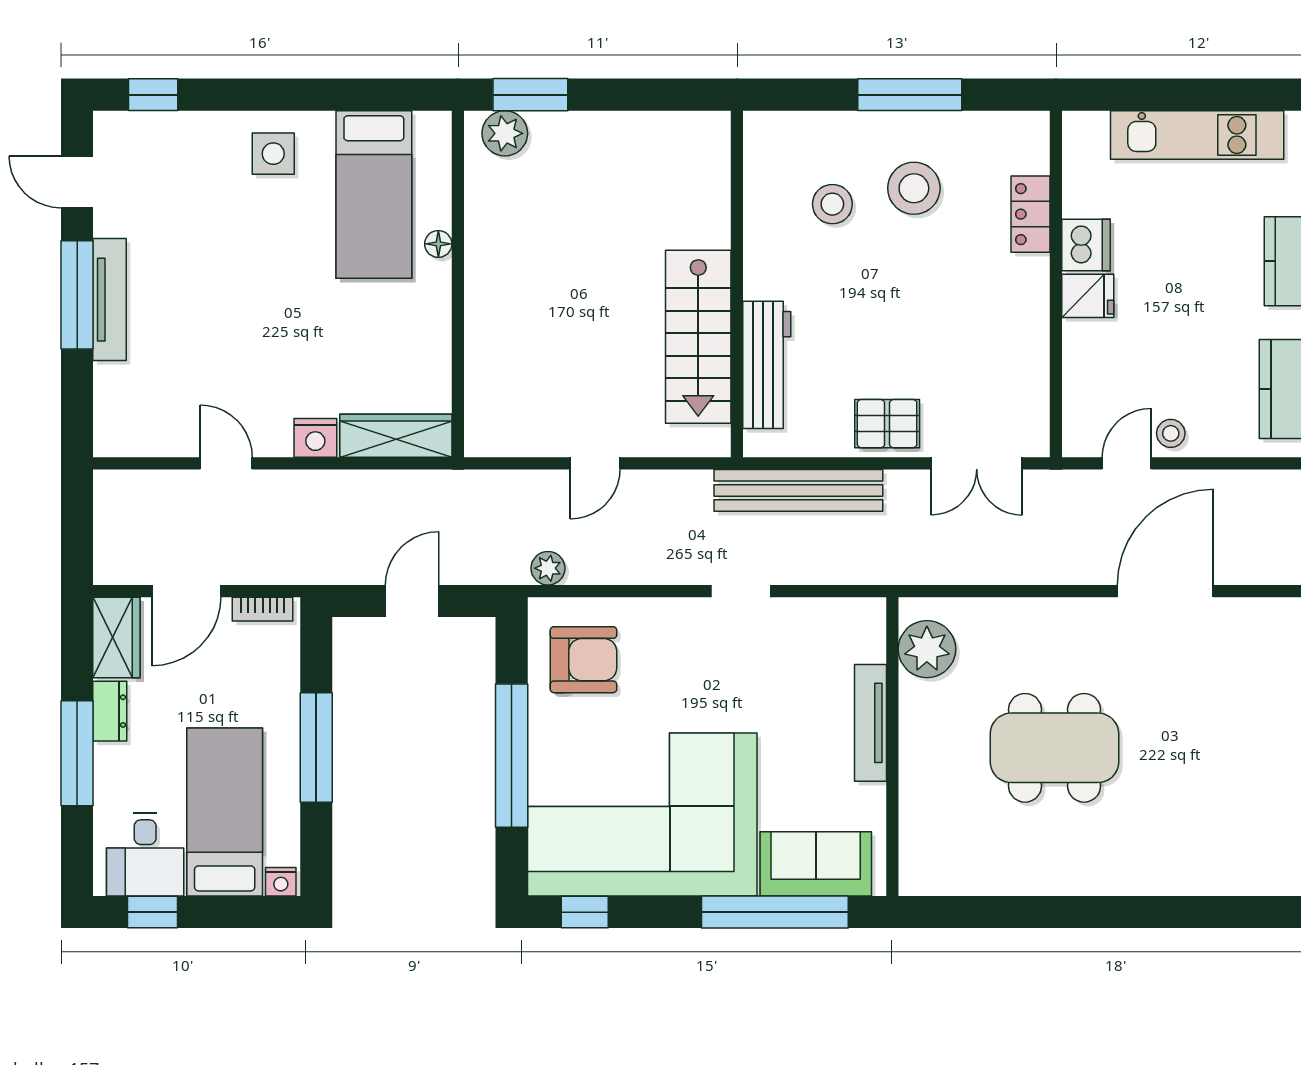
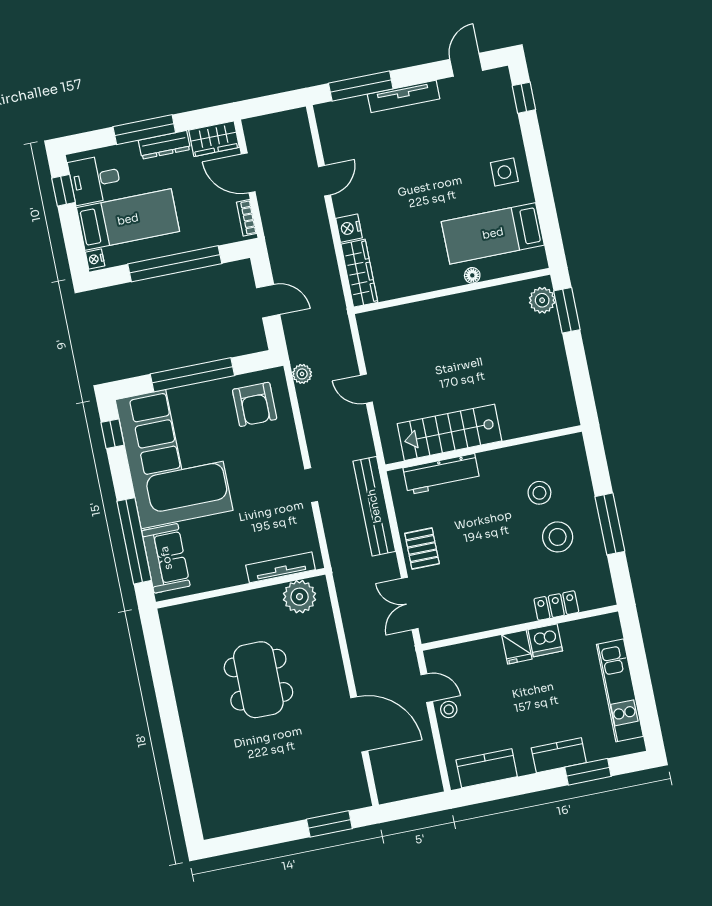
window: (77, 295) -> (361, 86), moved
dresser: (110, 711) -> (164, 145), width x1.44
tv unit: (871, 723) -> (281, 567), moved
window: (316, 747) -> (175, 264), width x1.46

